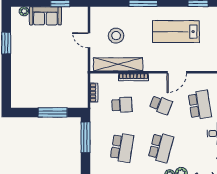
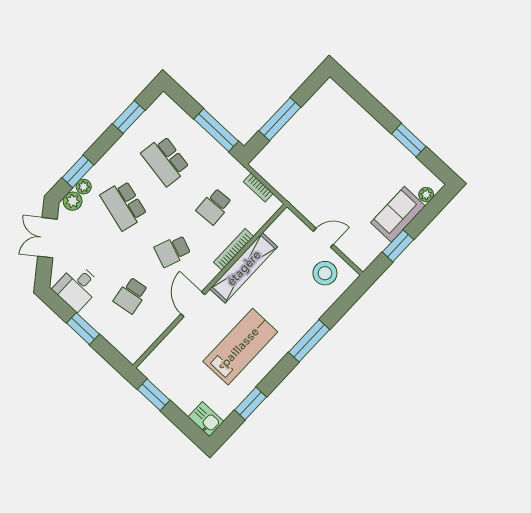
stool: (116, 36) -> (325, 273), moved
shelving: (118, 64) -> (244, 268), moved
school desk: (200, 105) -> (131, 295), width x0.54

